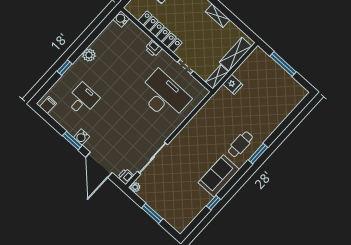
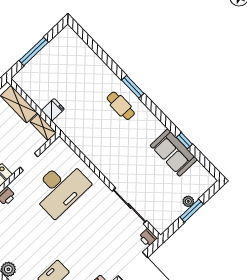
desk: (164, 96) -> (60, 188), turned 180
sofa: (219, 176) -> (174, 153), moved
plant: (135, 187) -> (188, 201), moved

